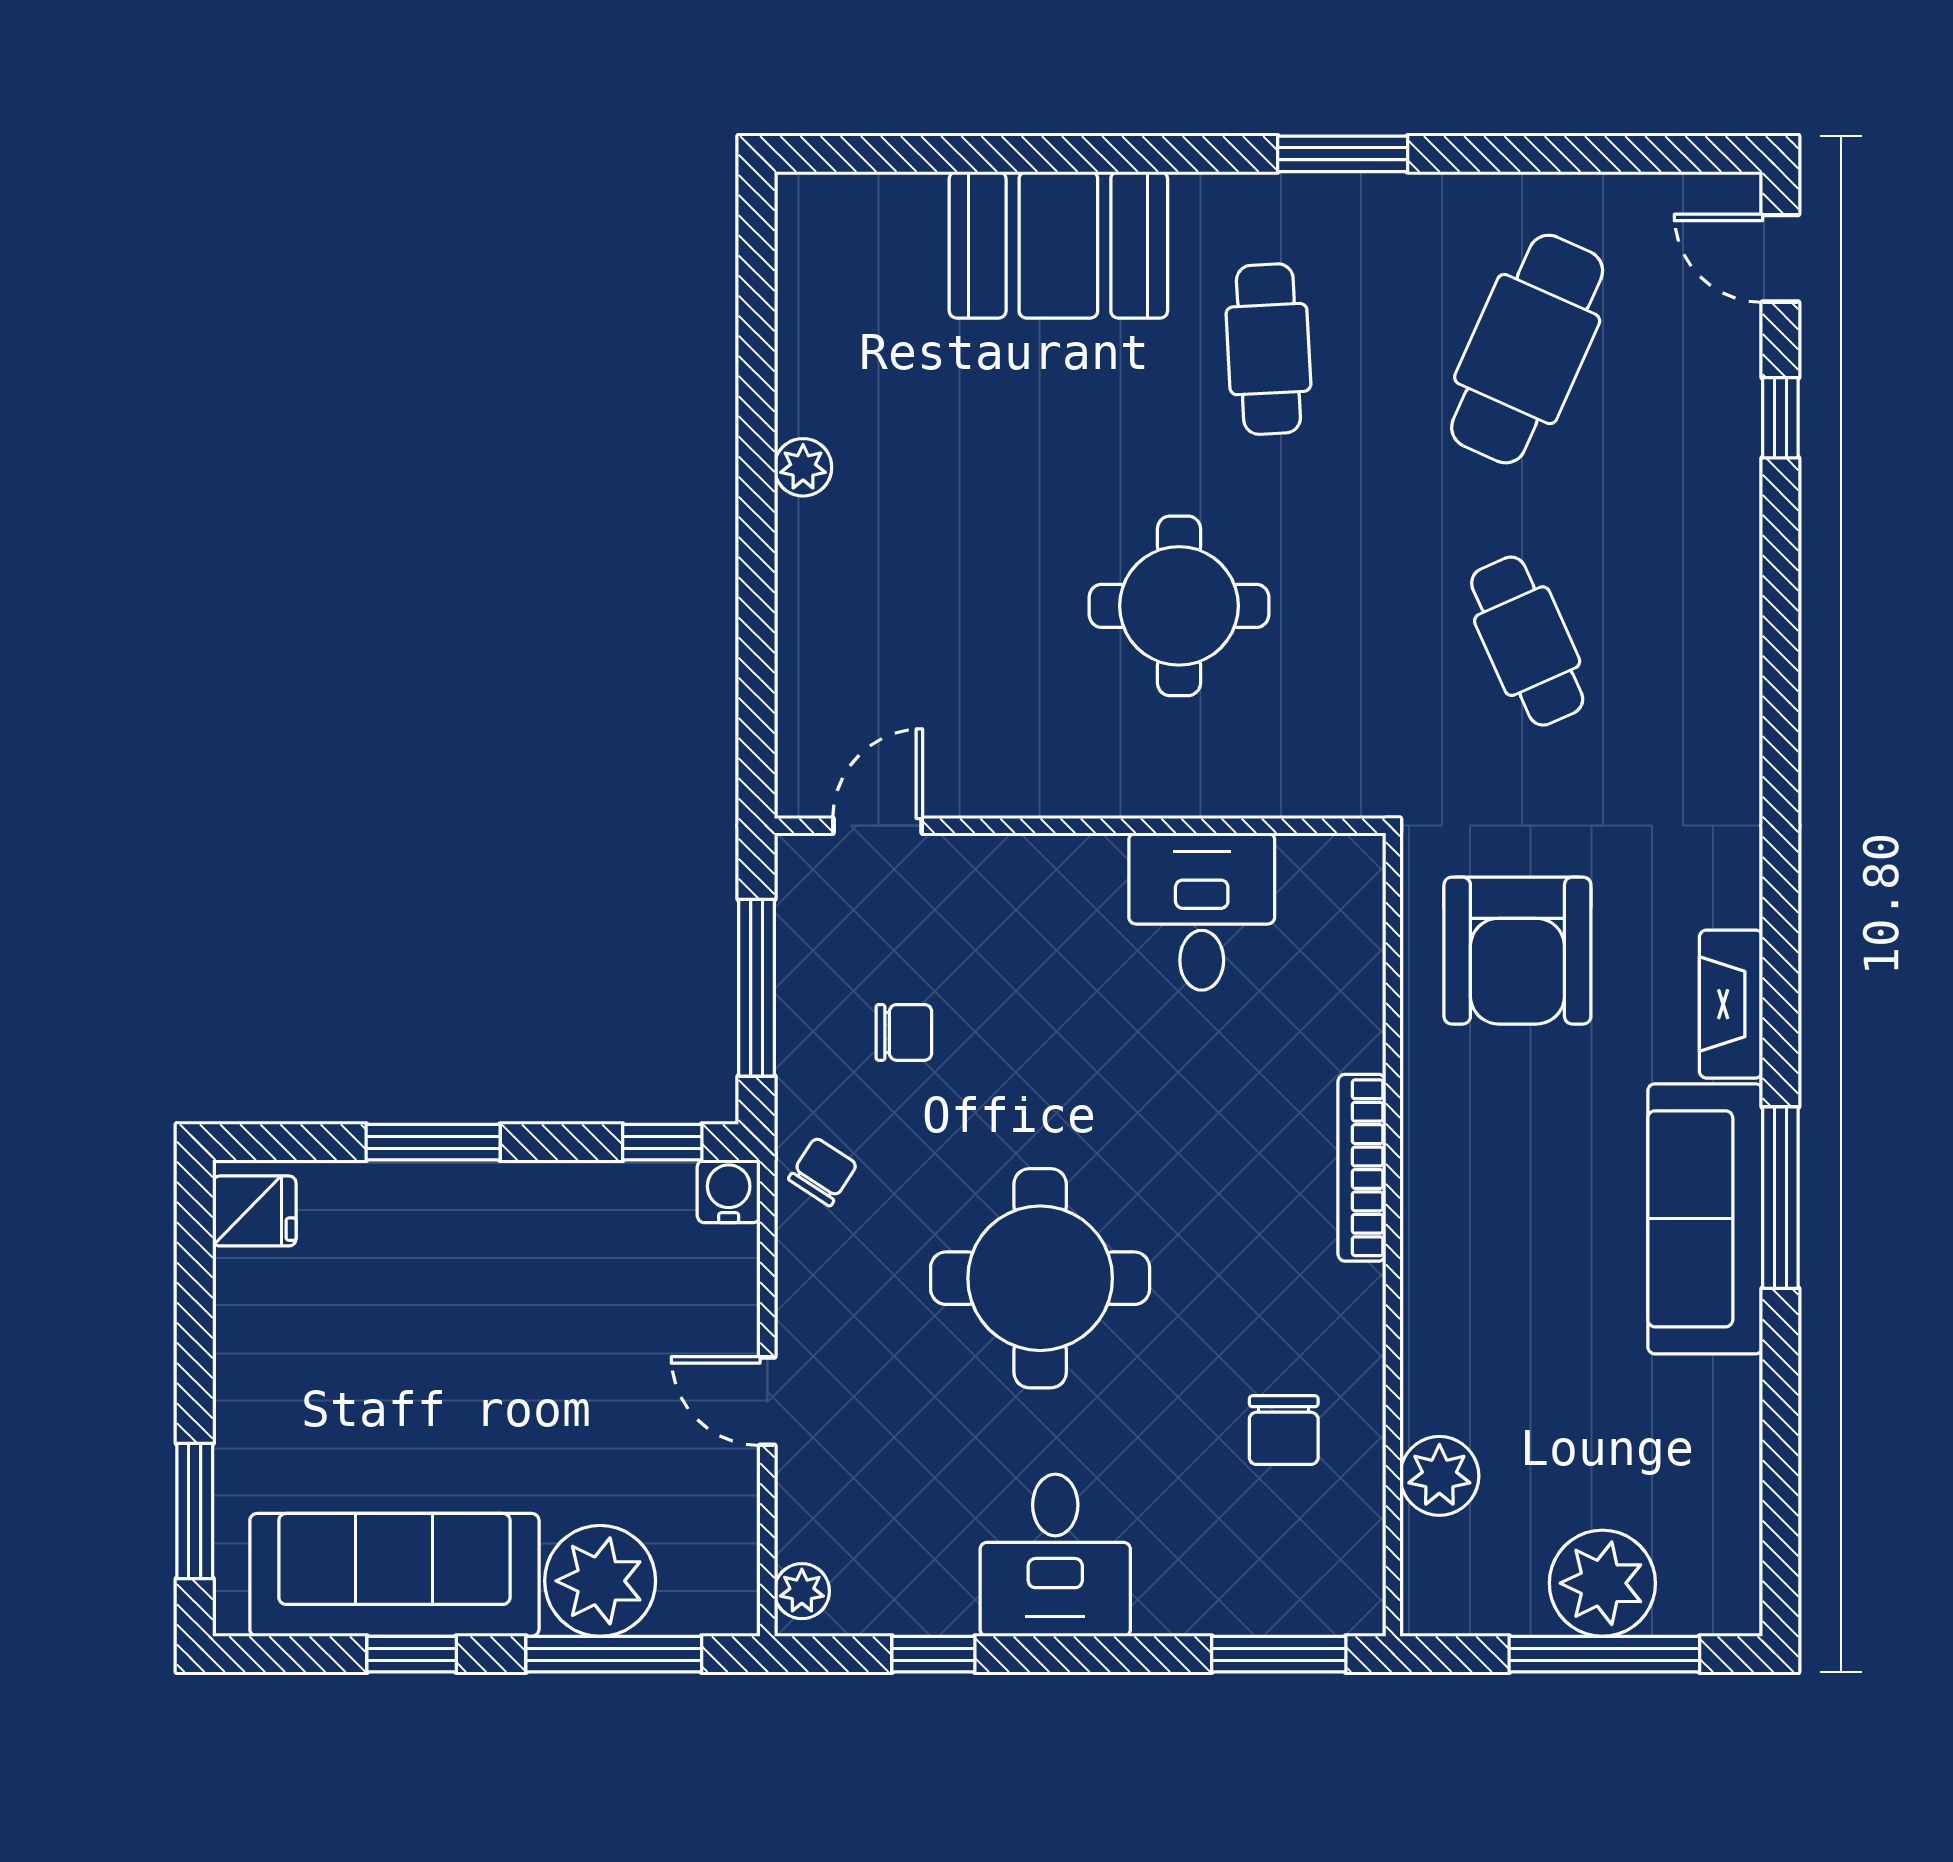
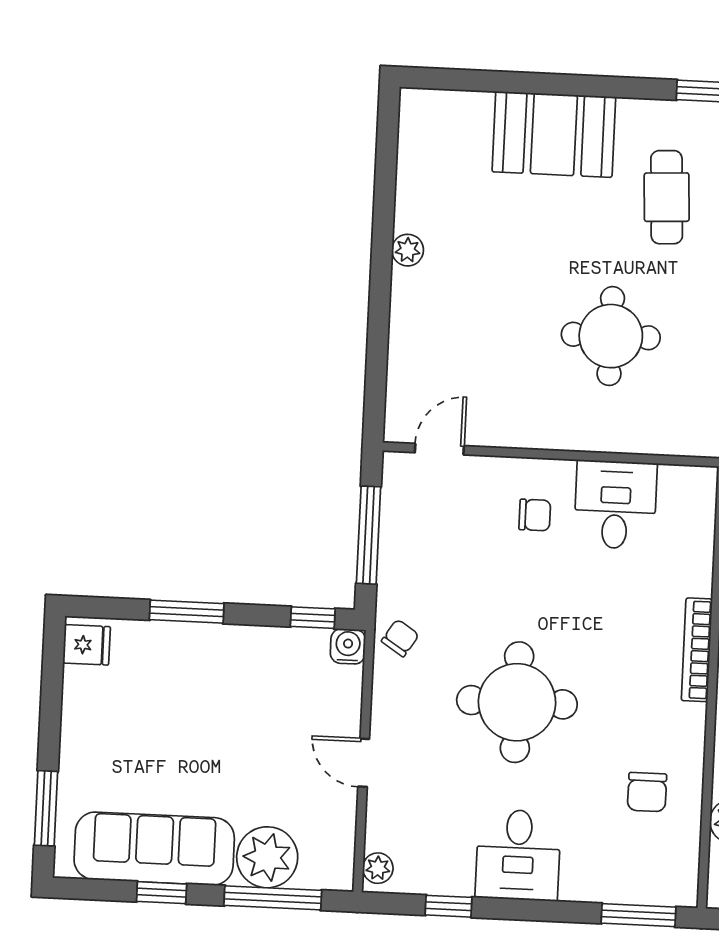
chair: (904, 1032) -> (535, 515), moved

